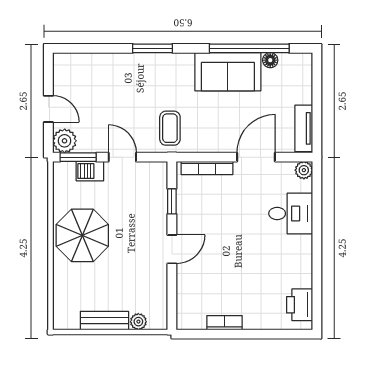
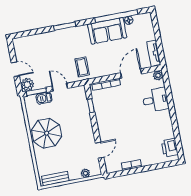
door: (172, 249) -> (100, 150), moved
bench: (104, 321) -> (55, 179), moved

